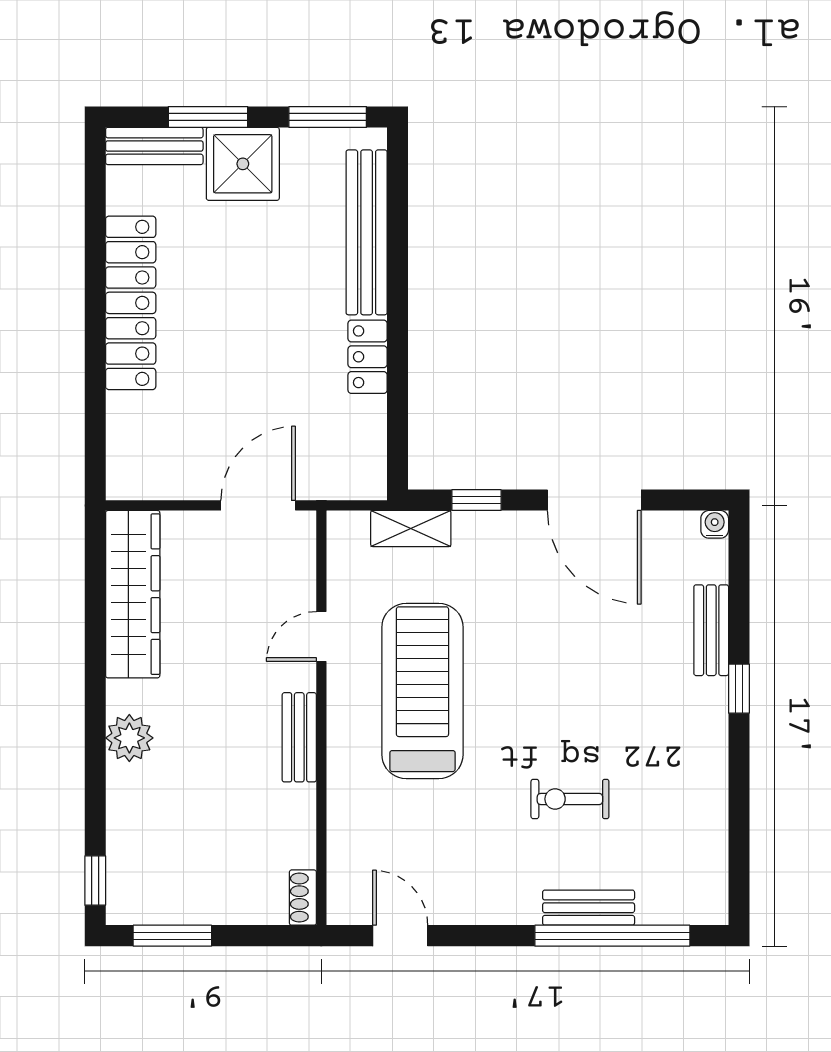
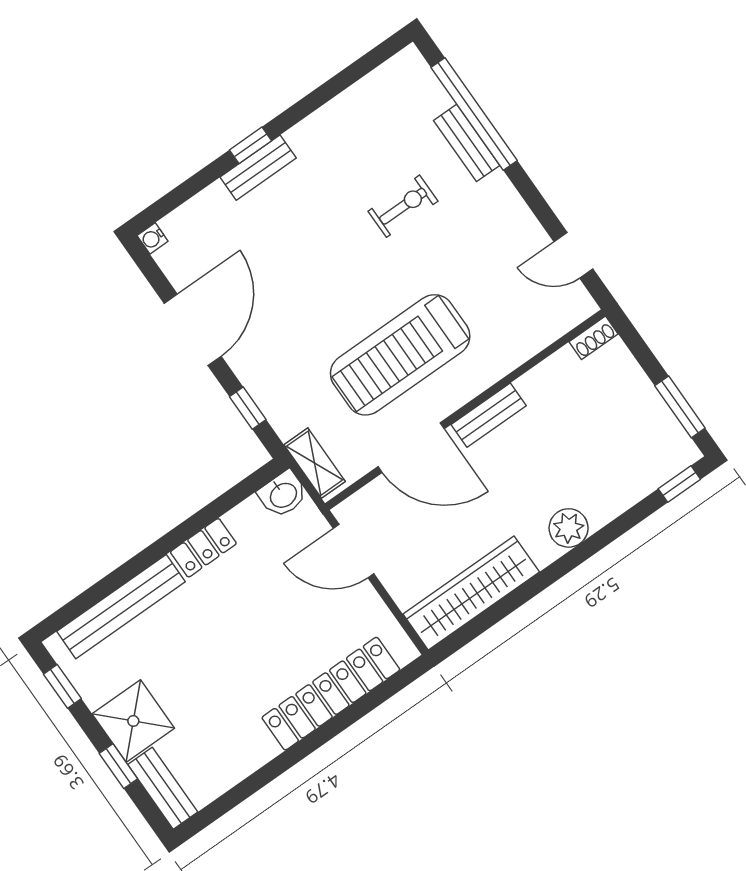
window: (208, 117) -> (118, 766), width x0.67
window: (328, 117) -> (62, 686), width x0.67
locker: (131, 303) -> (331, 694), moved
washbasin: (365, 474) -> (283, 494), added
shelving: (411, 529) -> (315, 463), moved
bench: (711, 630) -> (258, 168), moved
door: (321, 637) -> (411, 448), width x1.87
exercise bike: (570, 799) -> (403, 206), turned -90
door: (400, 936) -> (573, 255), hinge flipped

